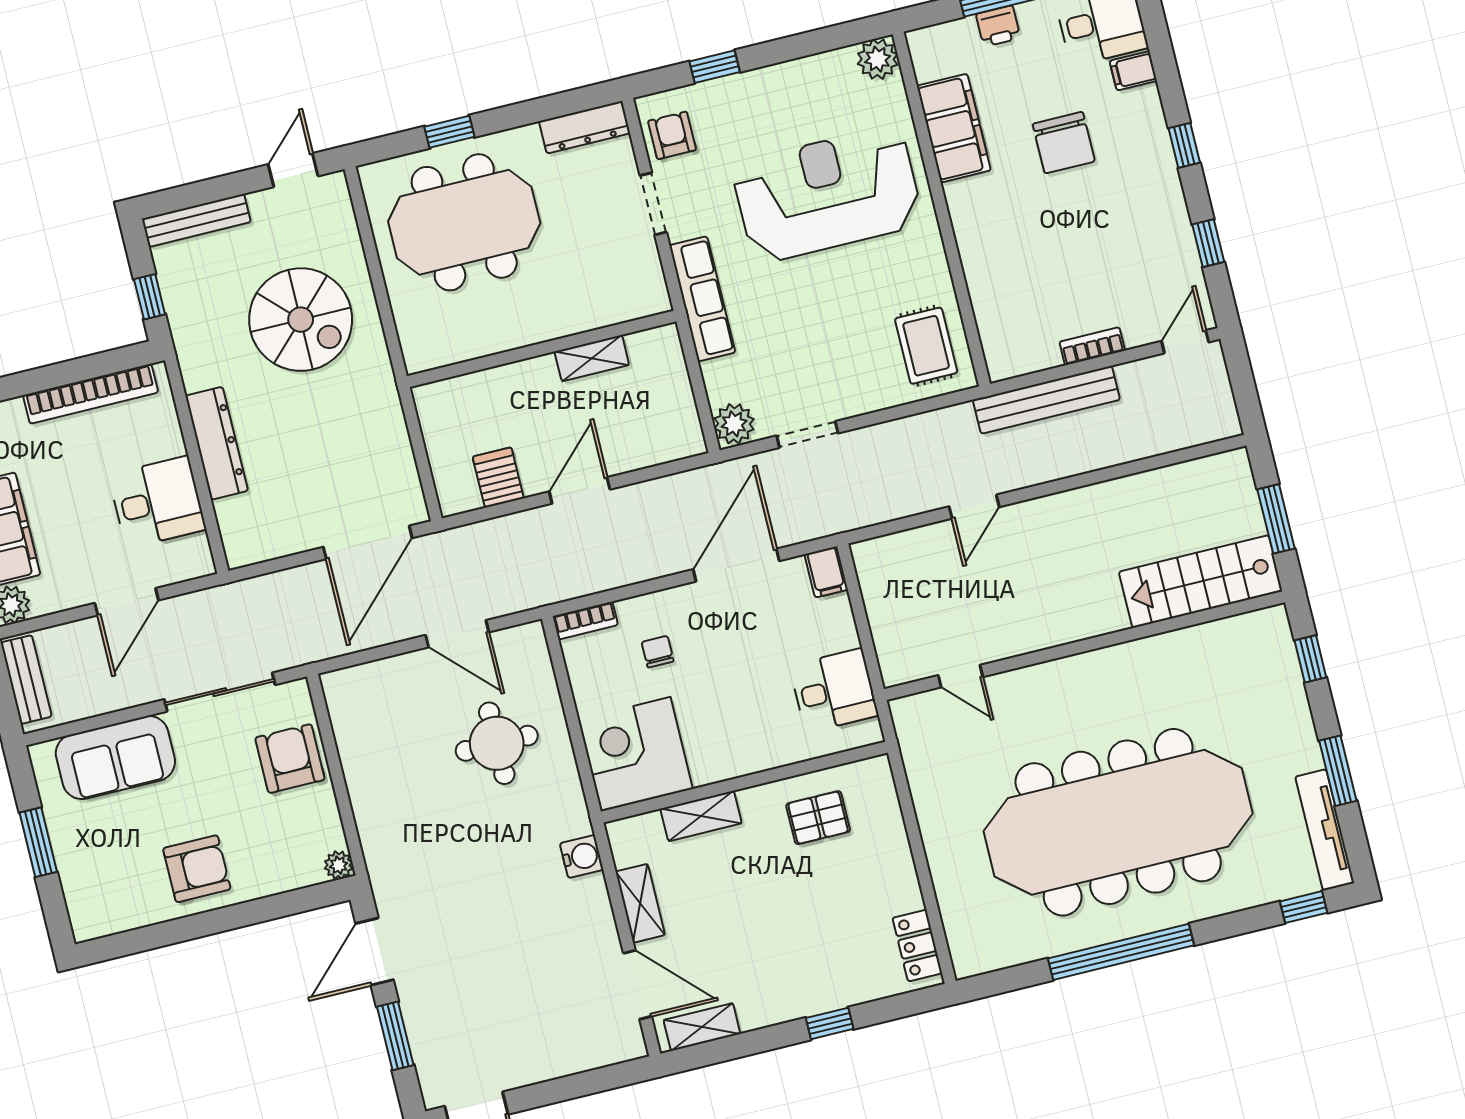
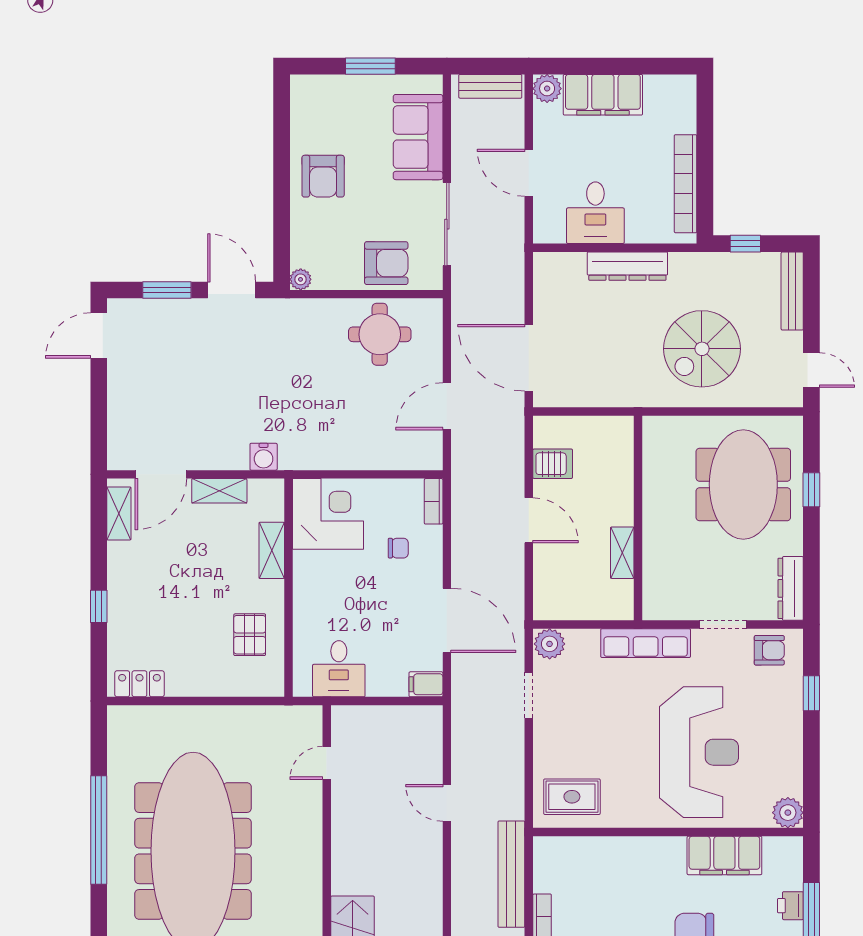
round table: (497, 743) -> (380, 334), moved

